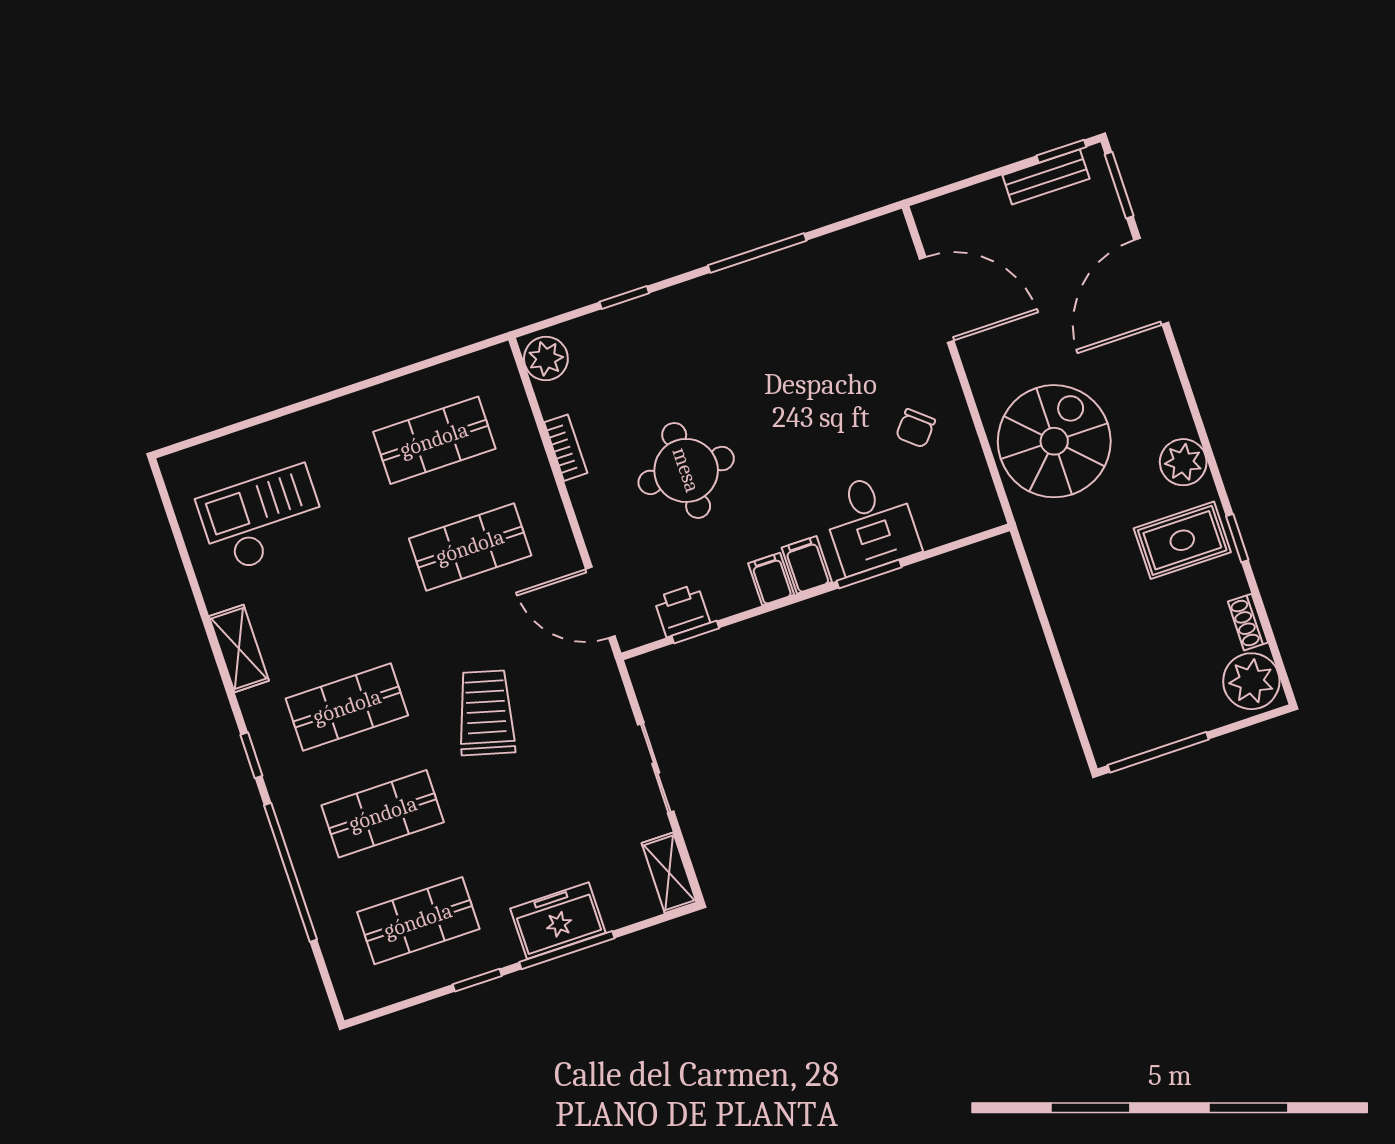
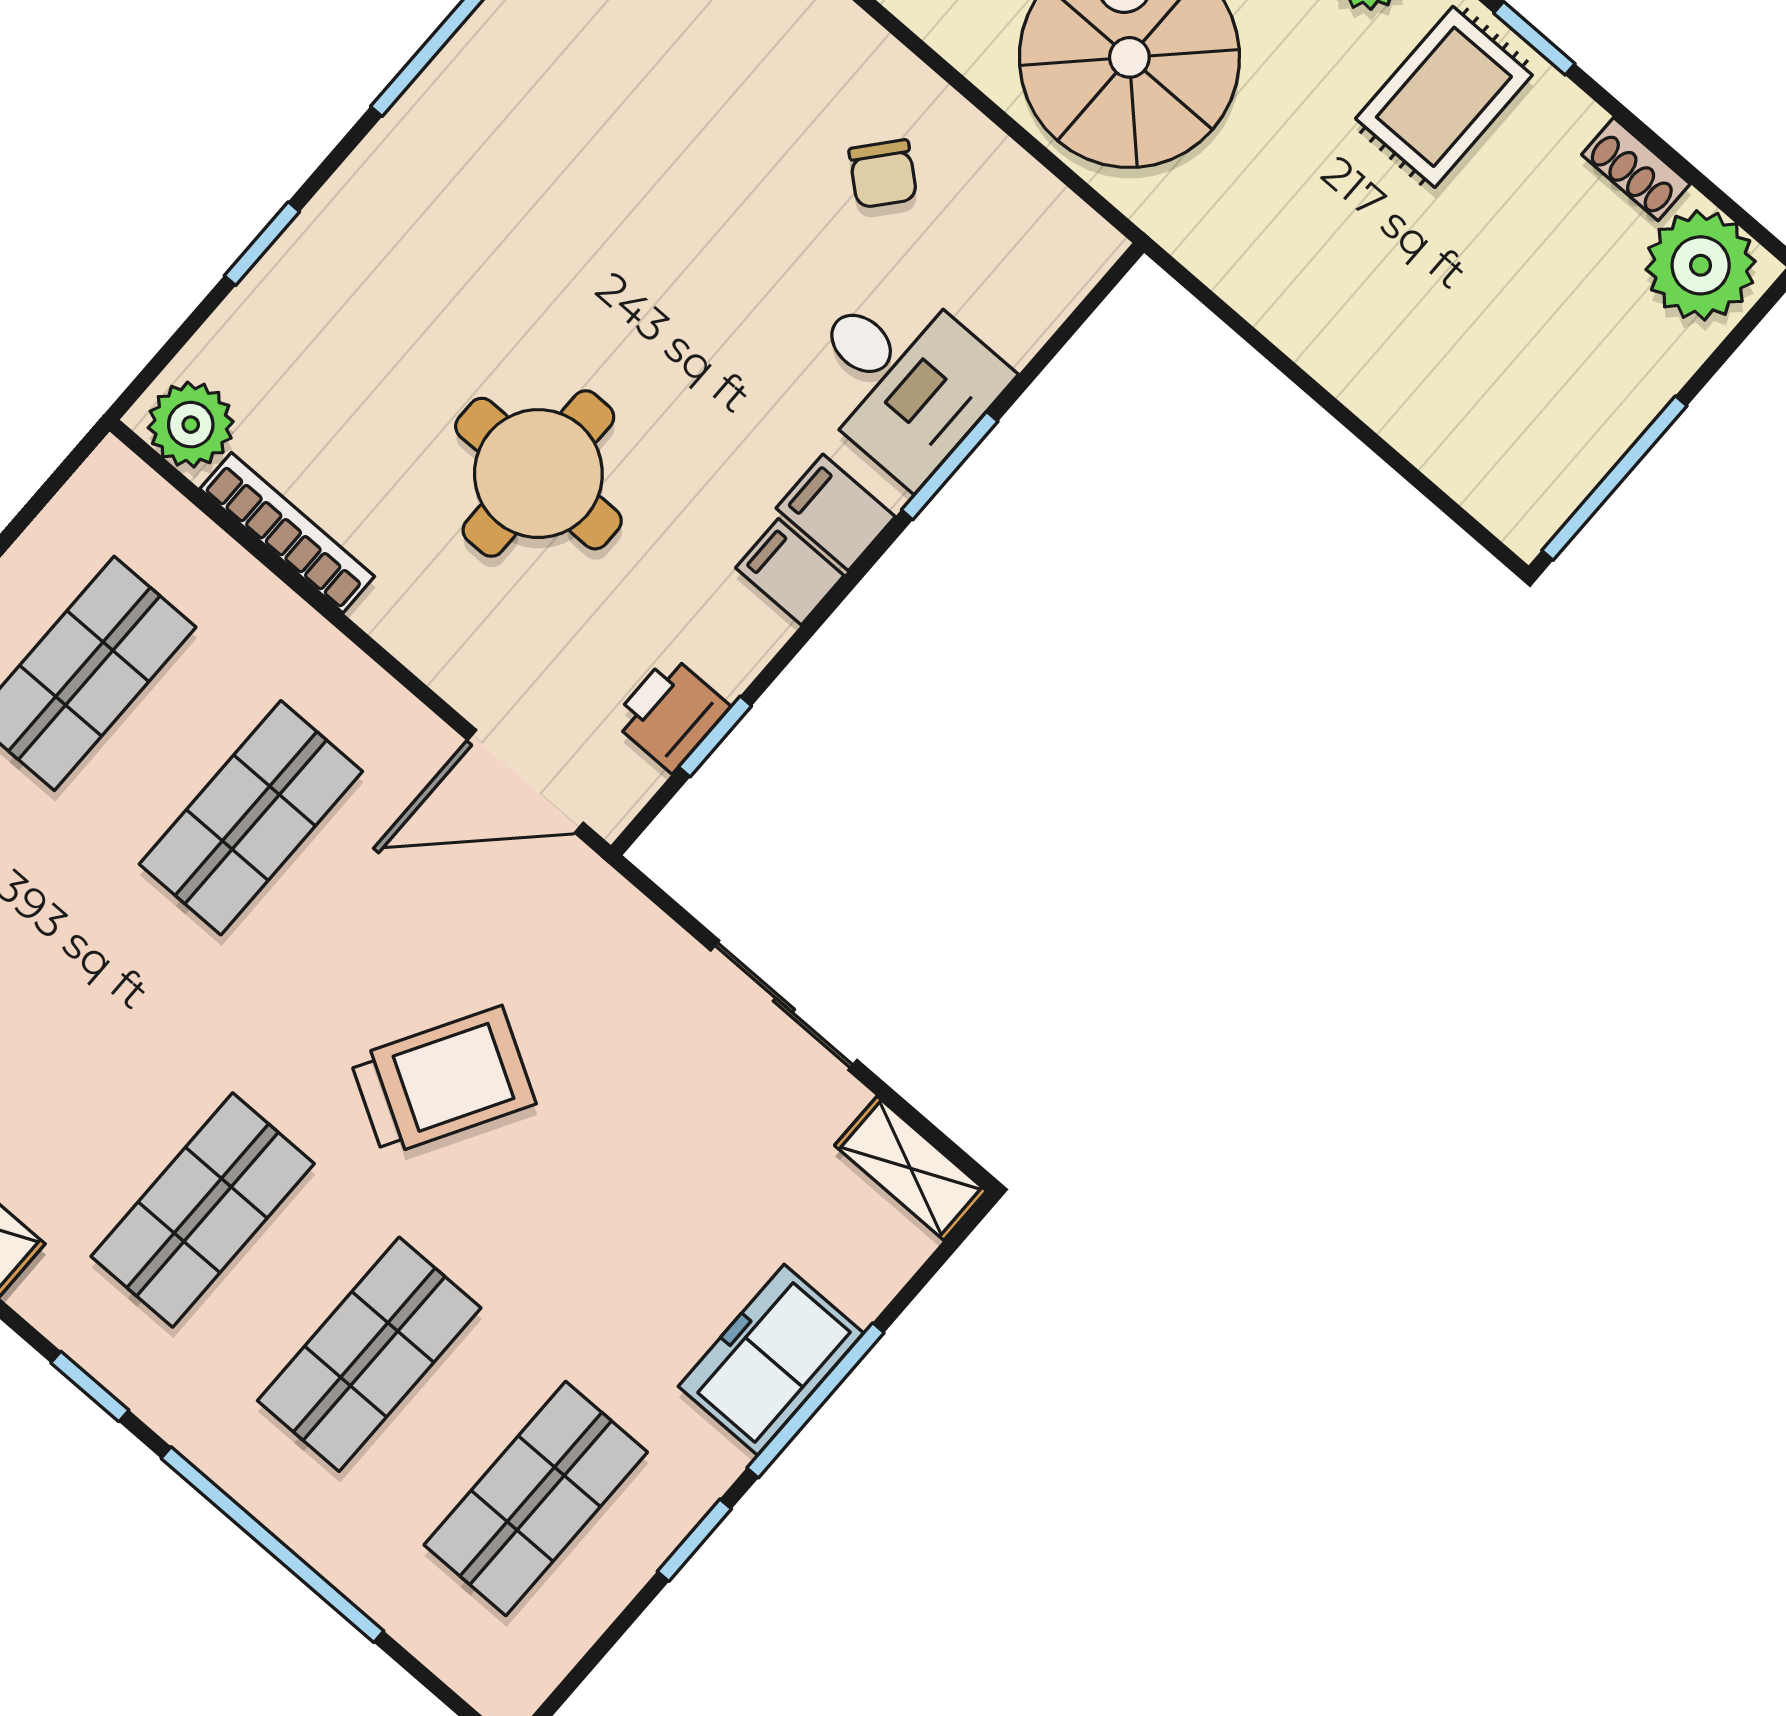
bookcase: (566, 448) -> (287, 533), width x1.56
trolley: (486, 713) -> (443, 1081), turned 105

